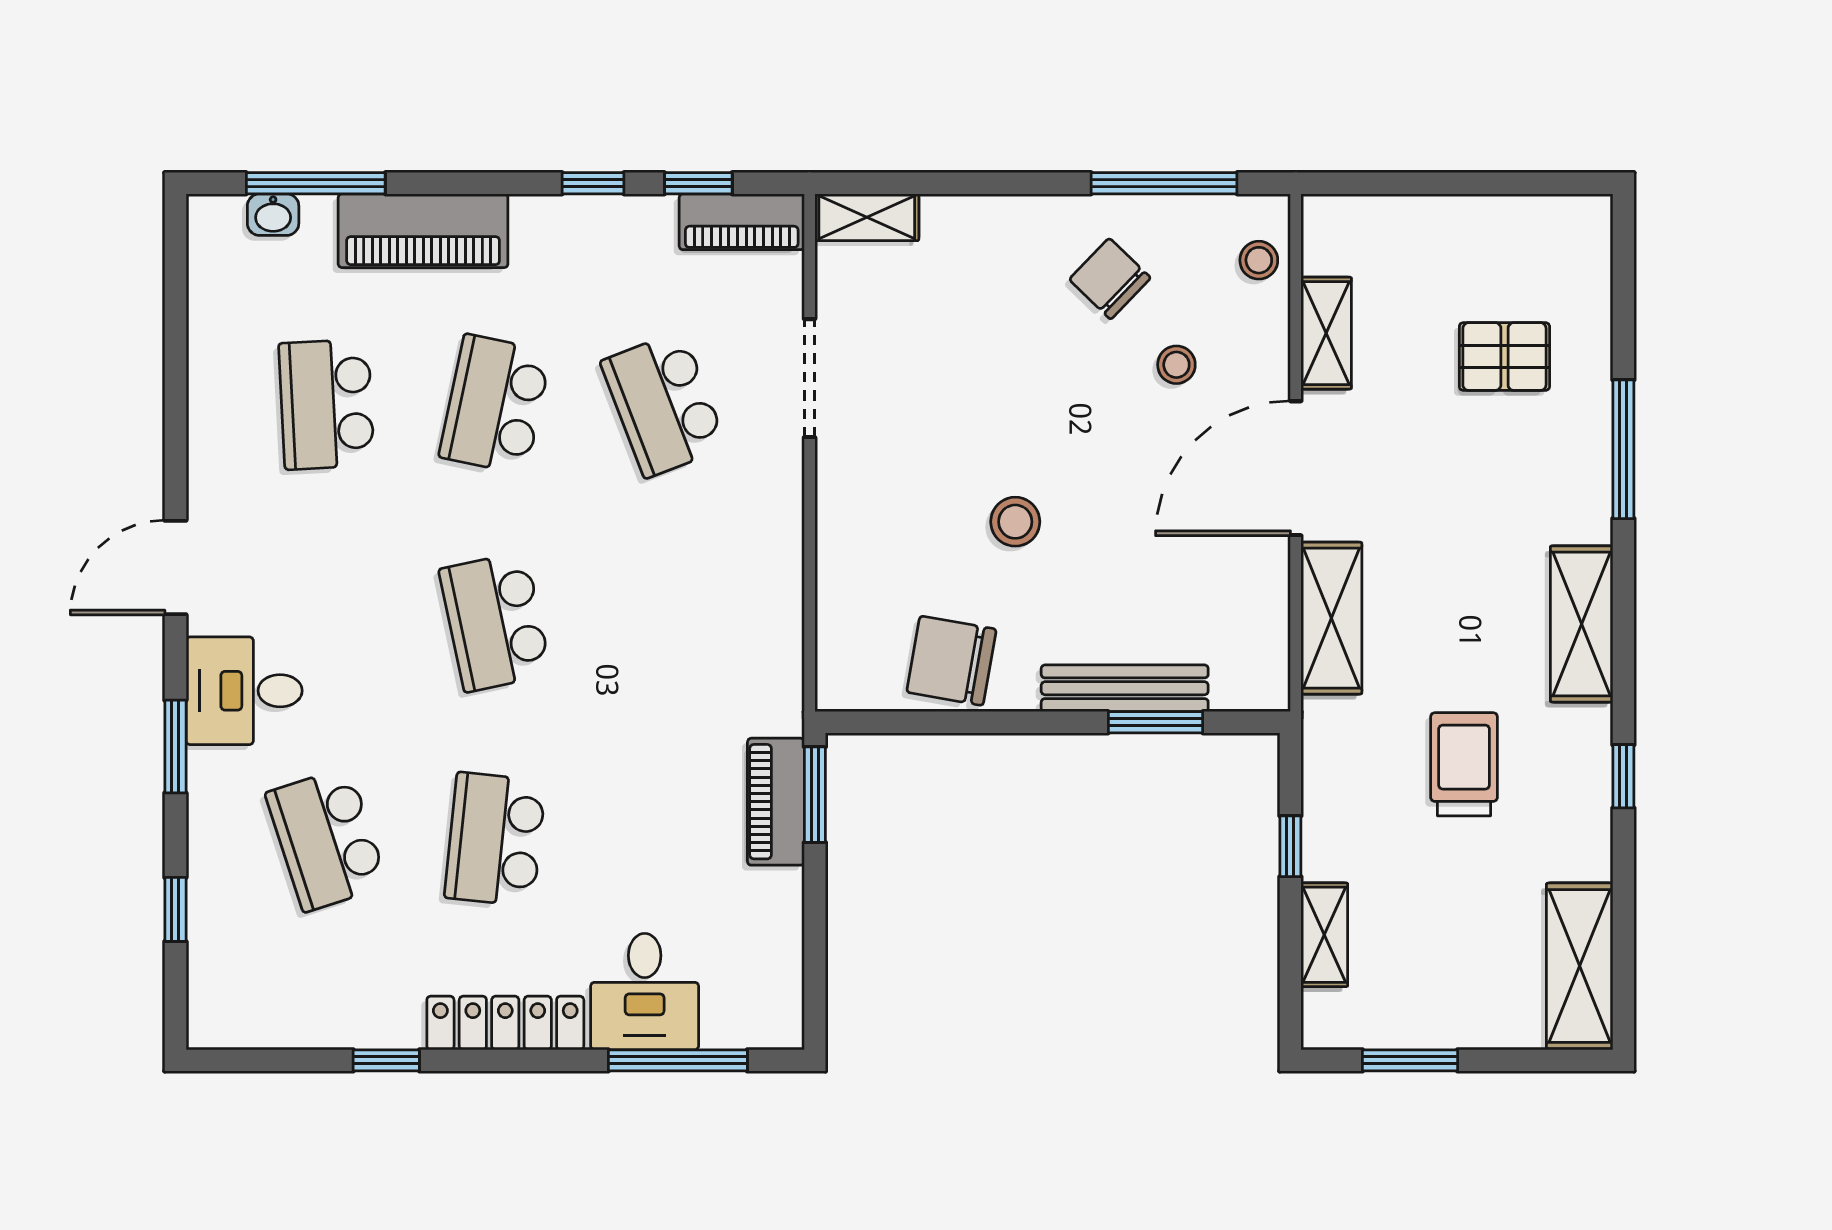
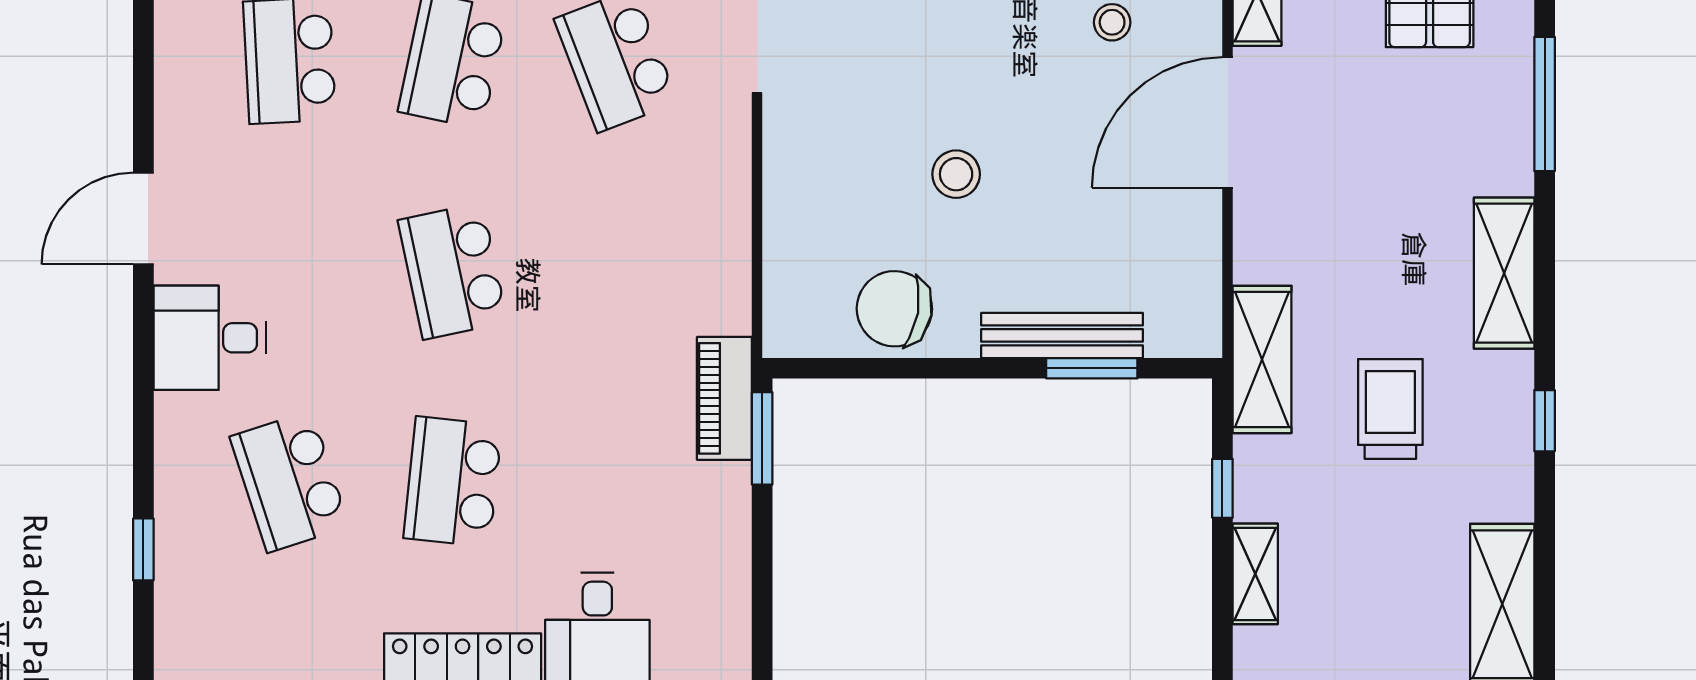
shelving: (1331, 618) -> (1262, 359), moved
window: (175, 747) -> (143, 392), removed
piano: (776, 802) -> (724, 398), moved

